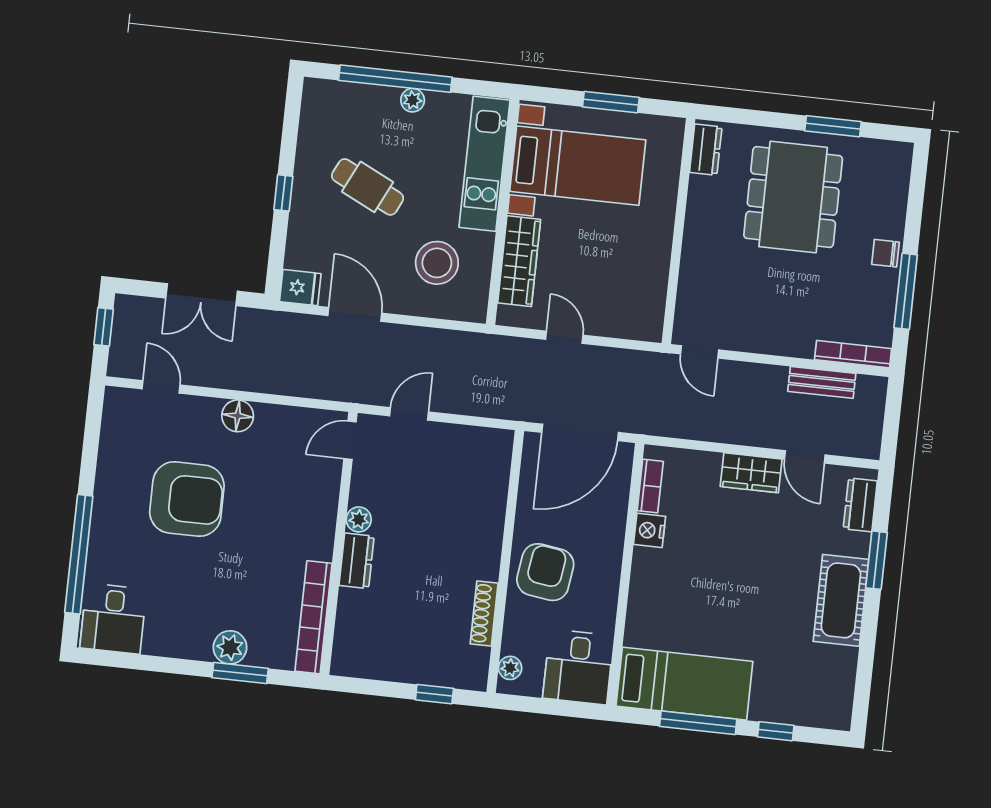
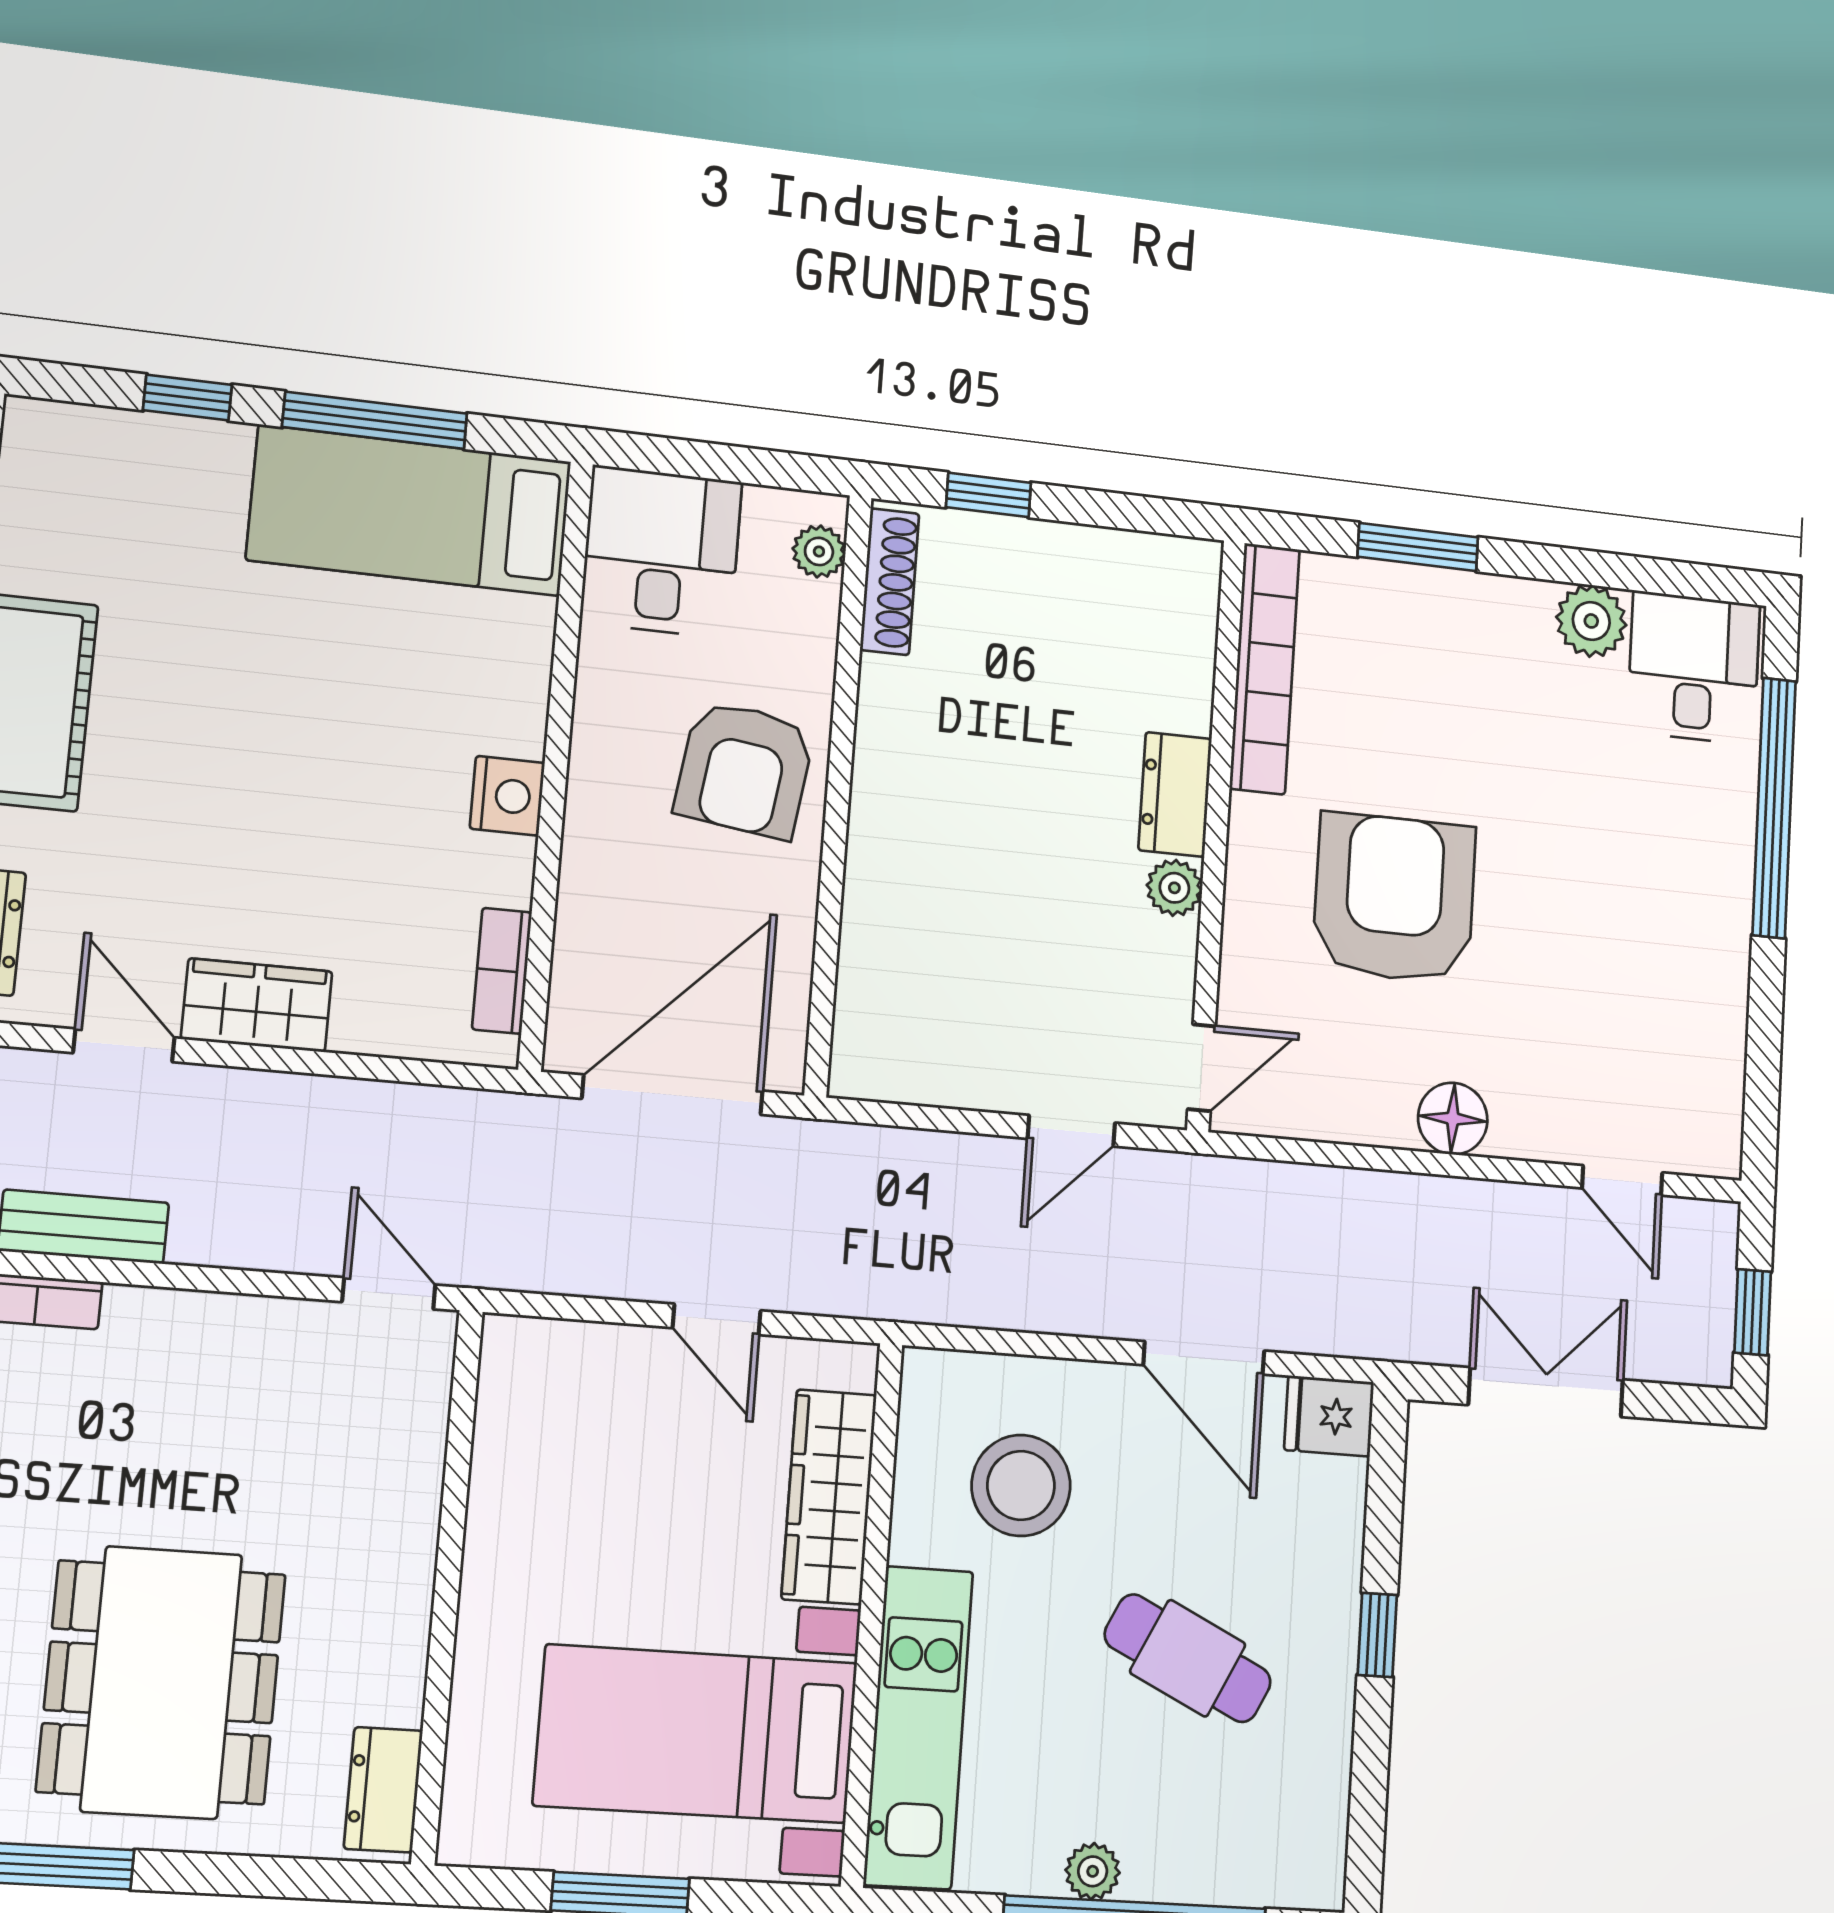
armchair: (187, 499) -> (1394, 898), moved, turned 90
nightstand: (650, 530) -> (507, 796), moved
shoe rack: (484, 614) -> (890, 582), moved
plant: (230, 647) -> (1591, 621), moved

